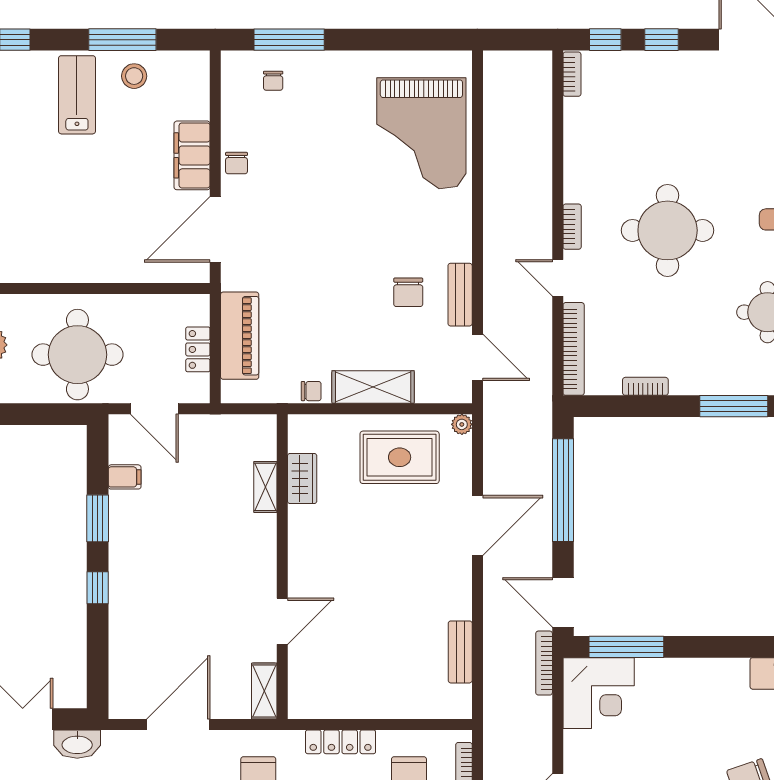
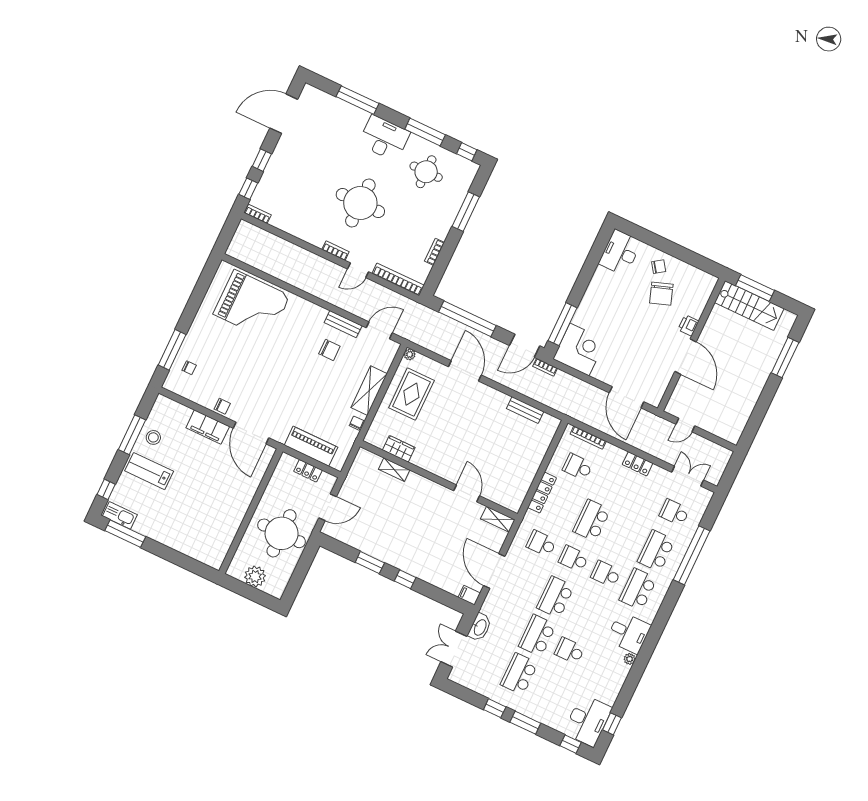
filing cabinet: (125, 477) -> (469, 595), moved, turned -90
bookcase: (544, 663) -> (545, 367), width x0.64

